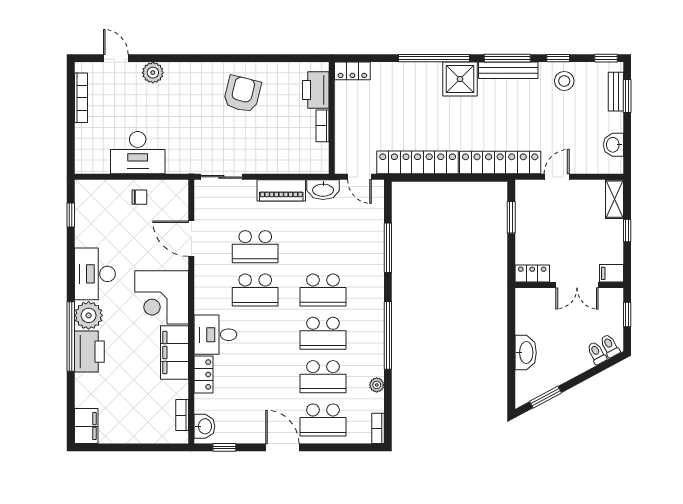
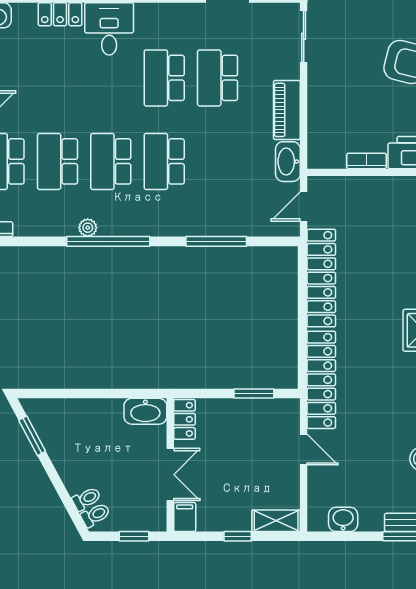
double door: (577, 285) -> (170, 475), swing flipped
washbasin: (526, 353) -> (145, 411), moved
plant: (377, 385) -> (88, 228), moved

